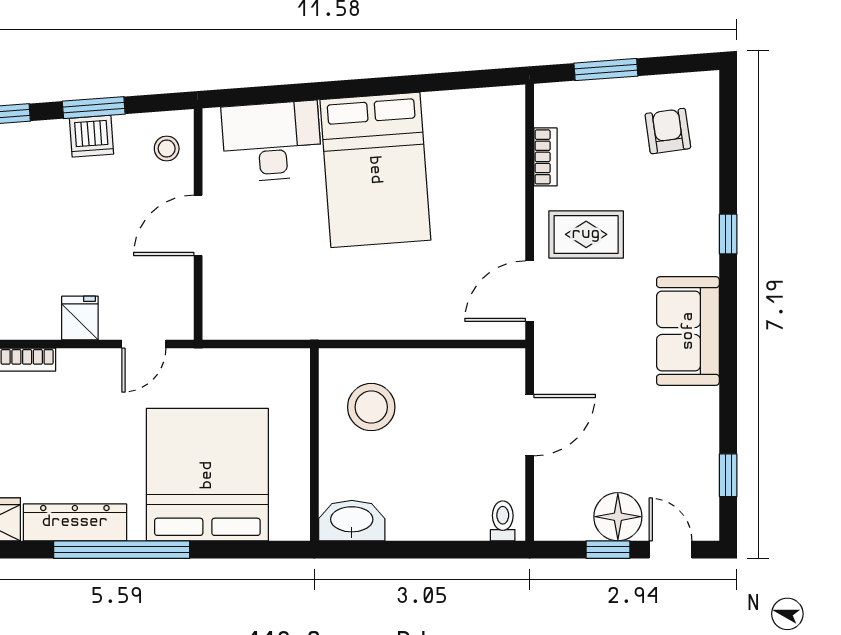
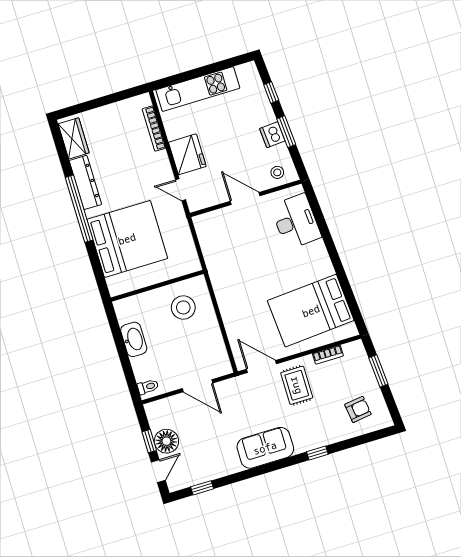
bed: (375, 170) -> (311, 311), moved
fridge: (80, 318) -> (187, 154), width x1.88, depth x1.34
washbasin: (352, 521) -> (134, 339), moved

